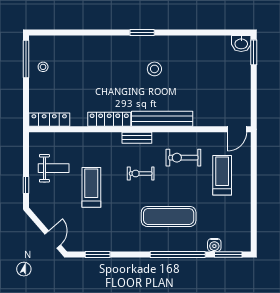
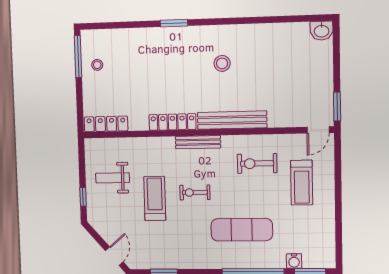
window: (142, 32) -> (174, 23), moved
window: (254, 52) -> (337, 107), moved
bench: (137, 138) -> (198, 142), width x1.36
weight bench: (54, 168) -> (113, 178), turned 180
exercise bike: (141, 173) -> (195, 192), moved
treadmill: (222, 175) -> (302, 183), turned 180

